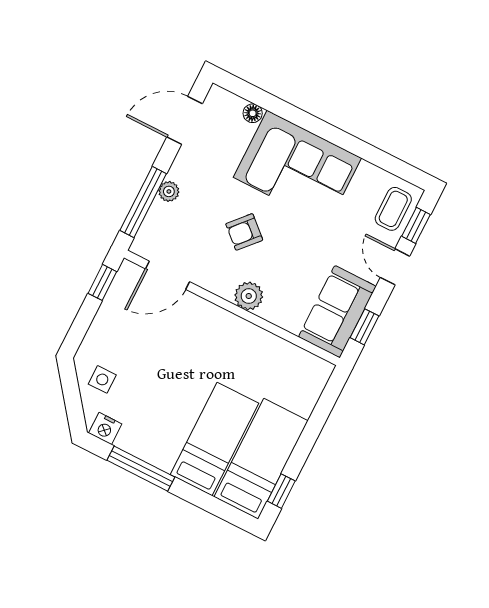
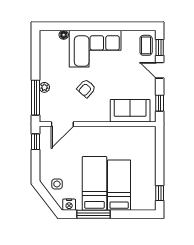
door: (185, 120) -> (36, 53), removed
plant: (249, 296) -> (102, 115), removed
sofa: (337, 312) -> (130, 111), moved, turned 90
bed: (261, 459) -> (94, 183), moved

